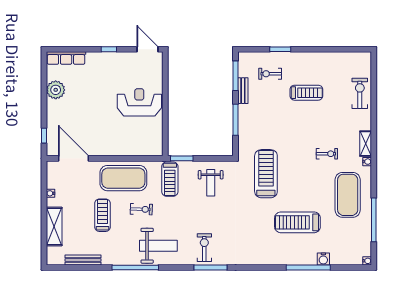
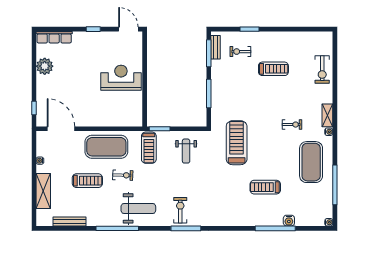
bench: (243, 91) -> (215, 47), moved
exercise bike: (360, 93) -> (322, 70), turned 180
treadmill: (102, 215) -> (87, 181), turned 90
treadmill: (297, 222) -> (265, 187), width x0.73, depth x0.73

